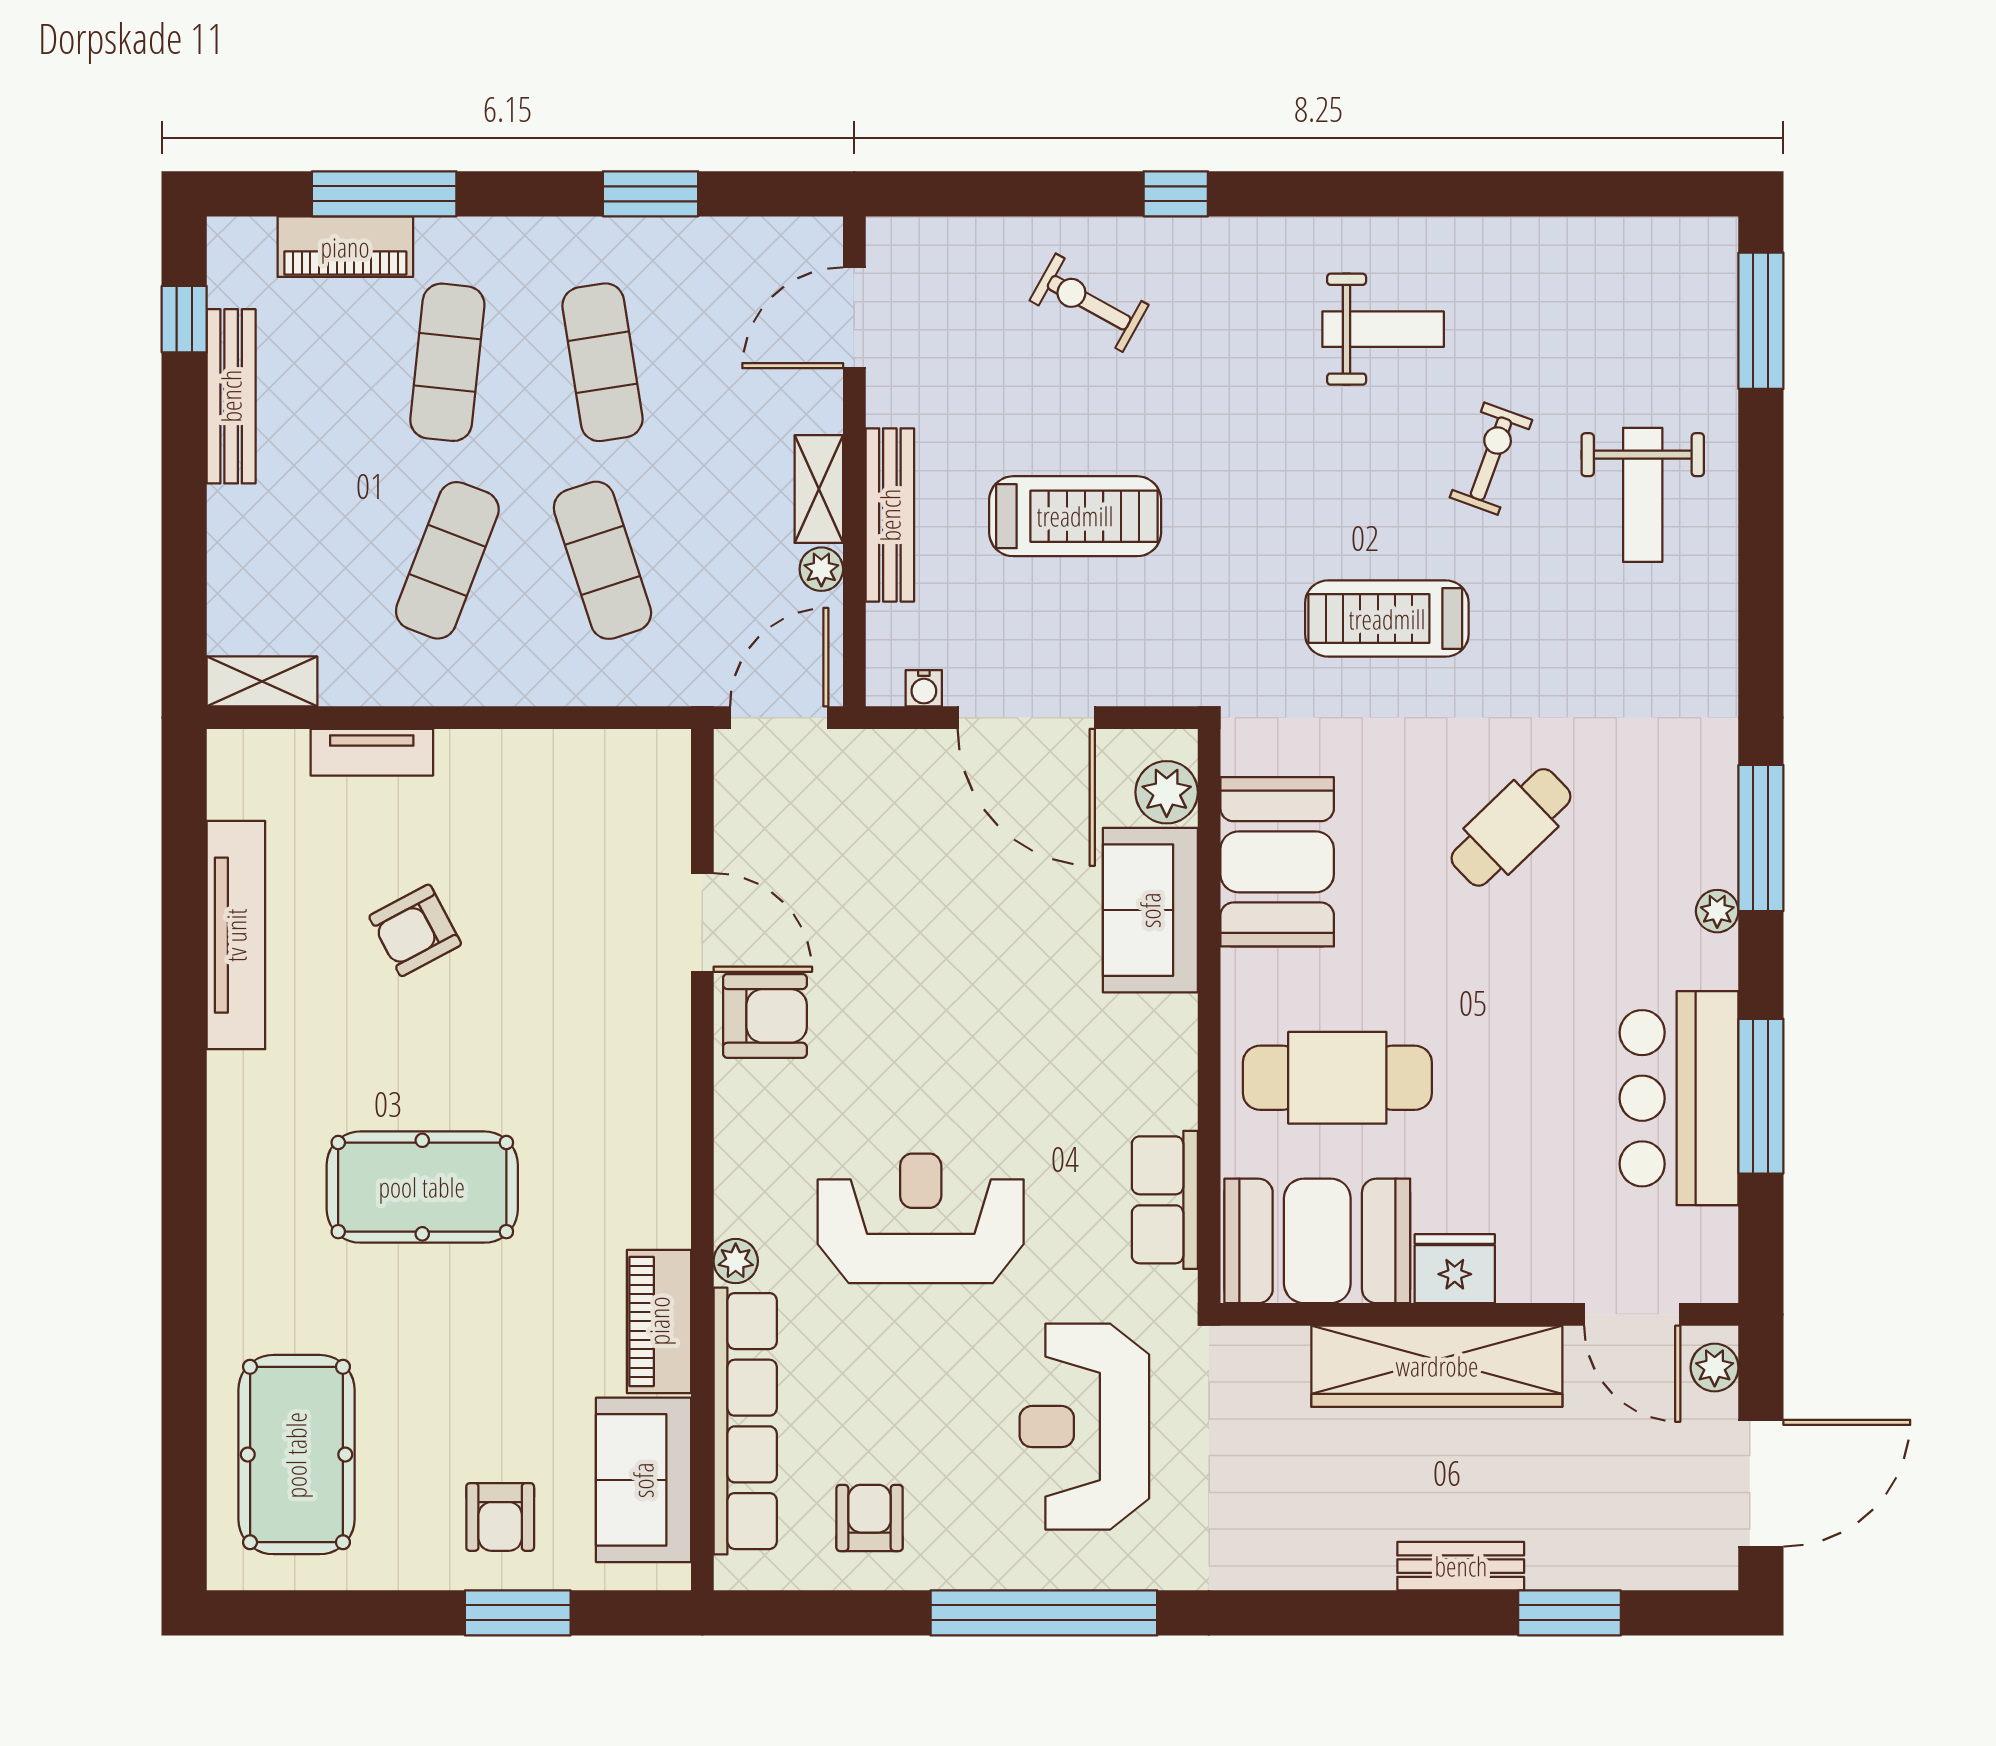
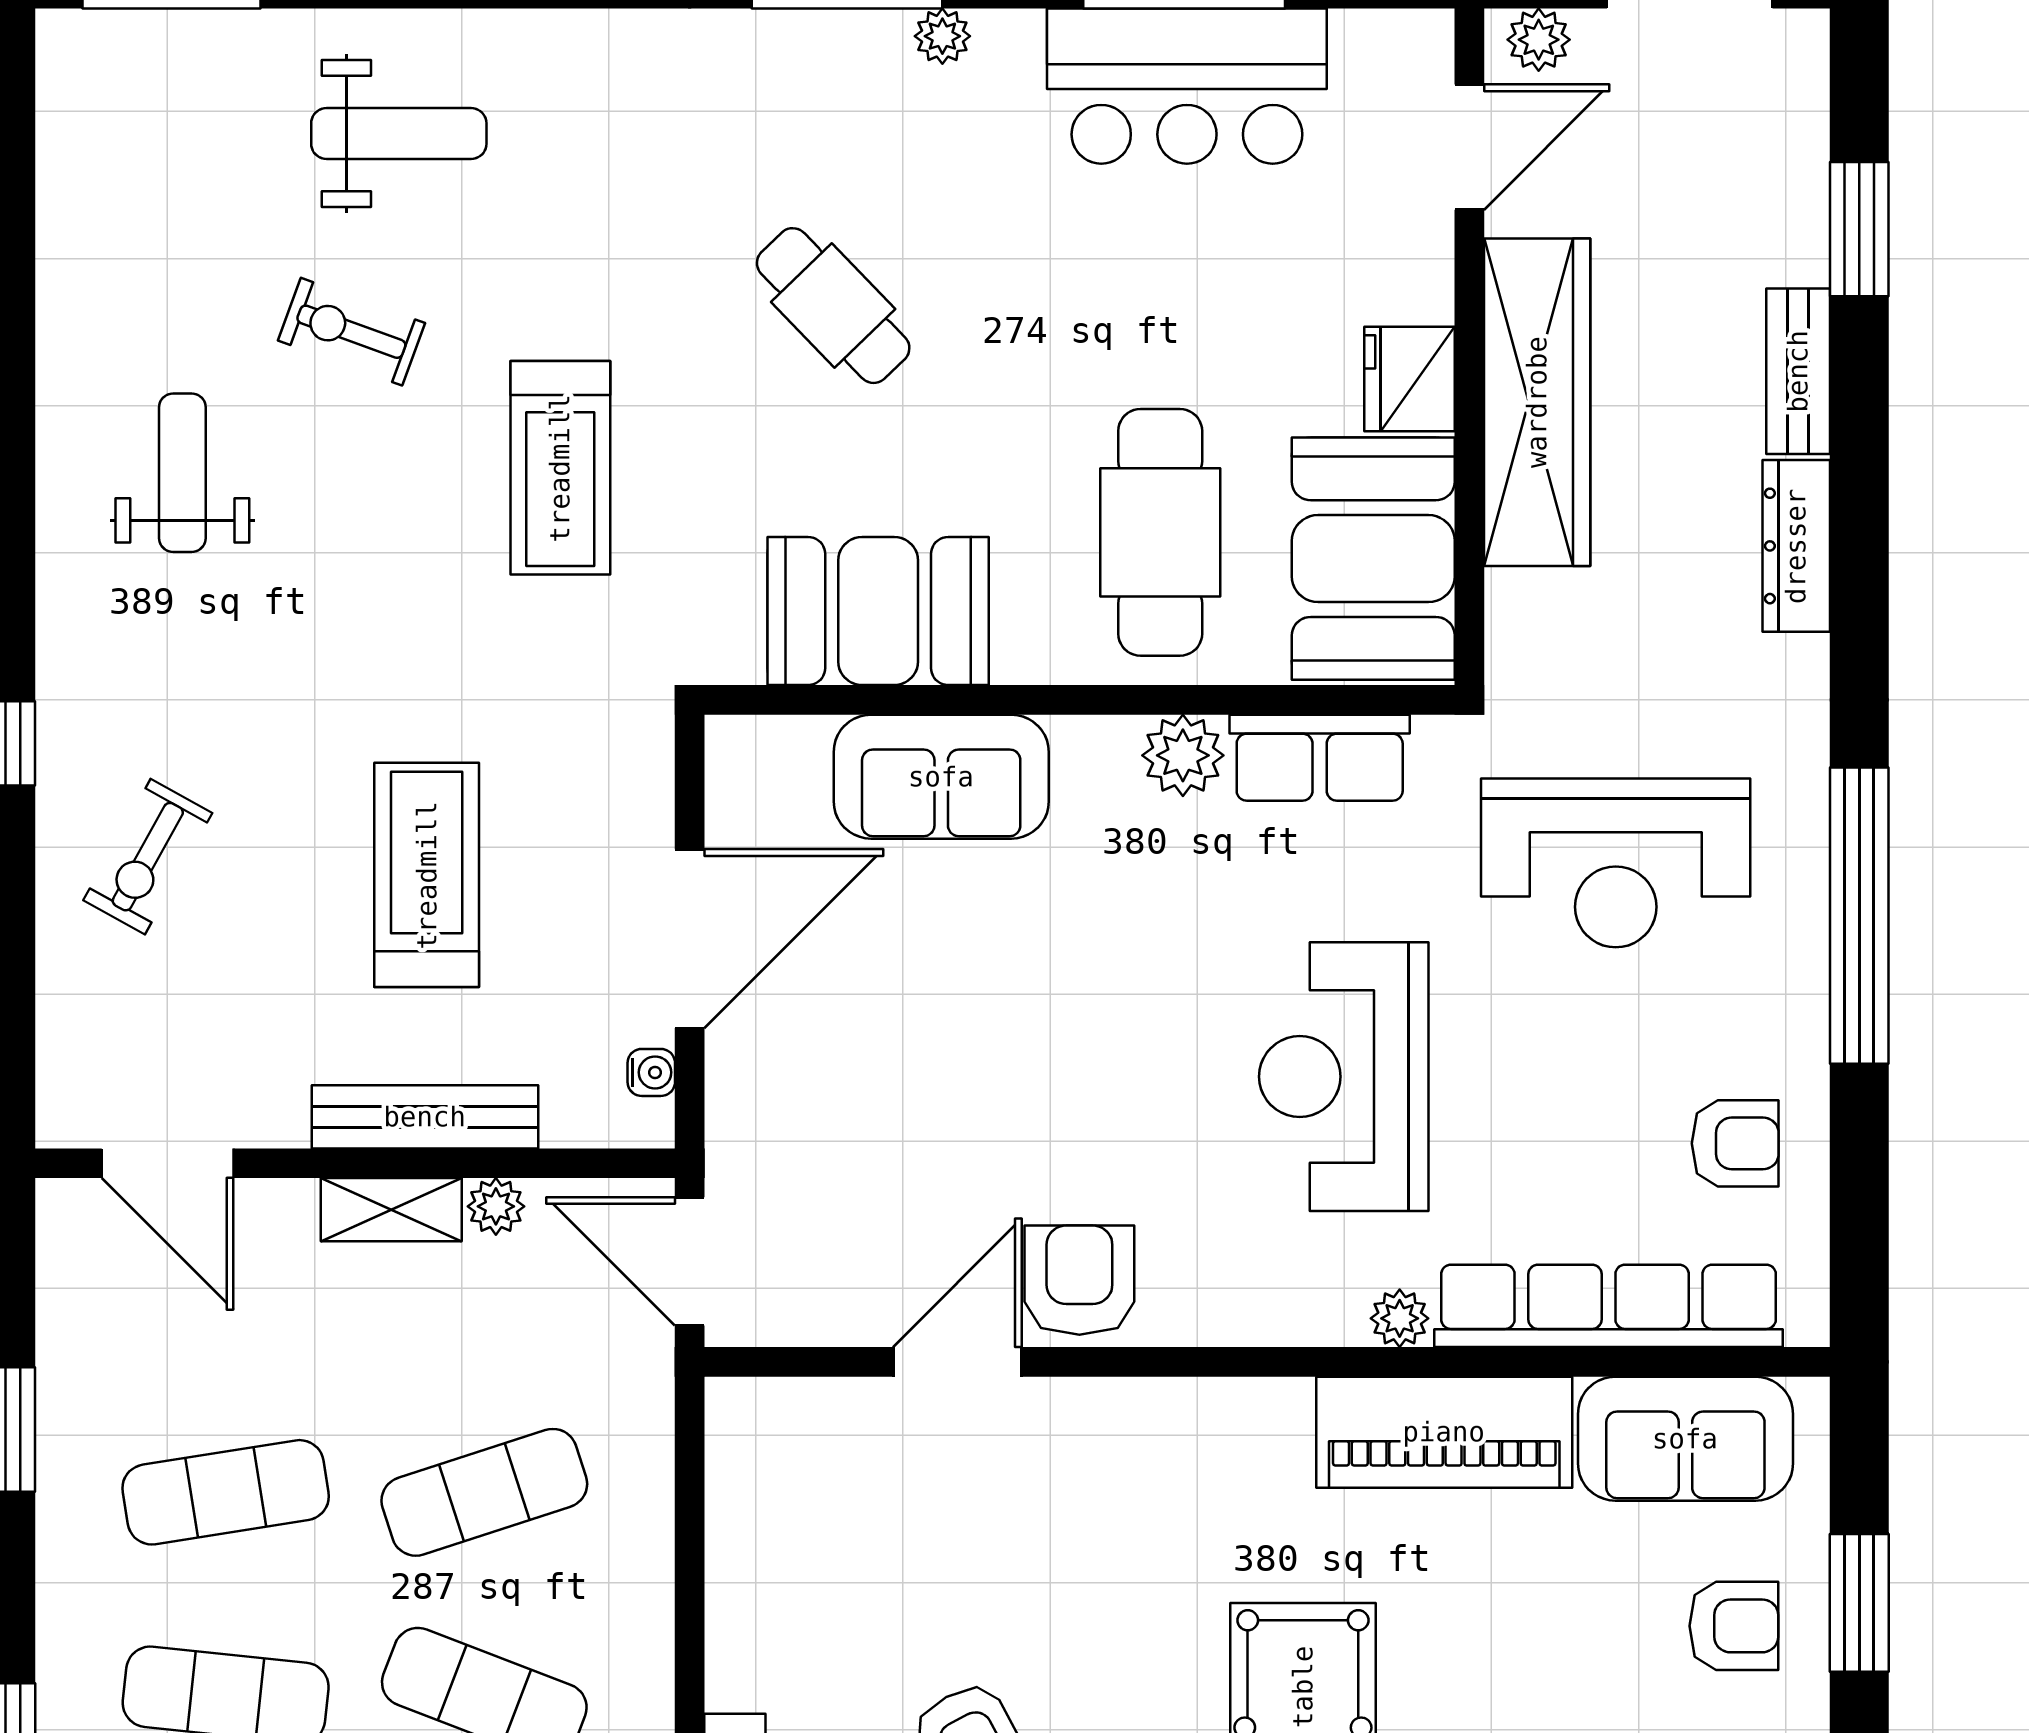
plant: (1167, 792) -> (1183, 755), moved
piano: (659, 1321) -> (1444, 1432), width x1.37, depth x1.33
armchair: (870, 1518) -> (1735, 1143), turned 180
dresser: (1327, 1565) -> (1796, 546), added

